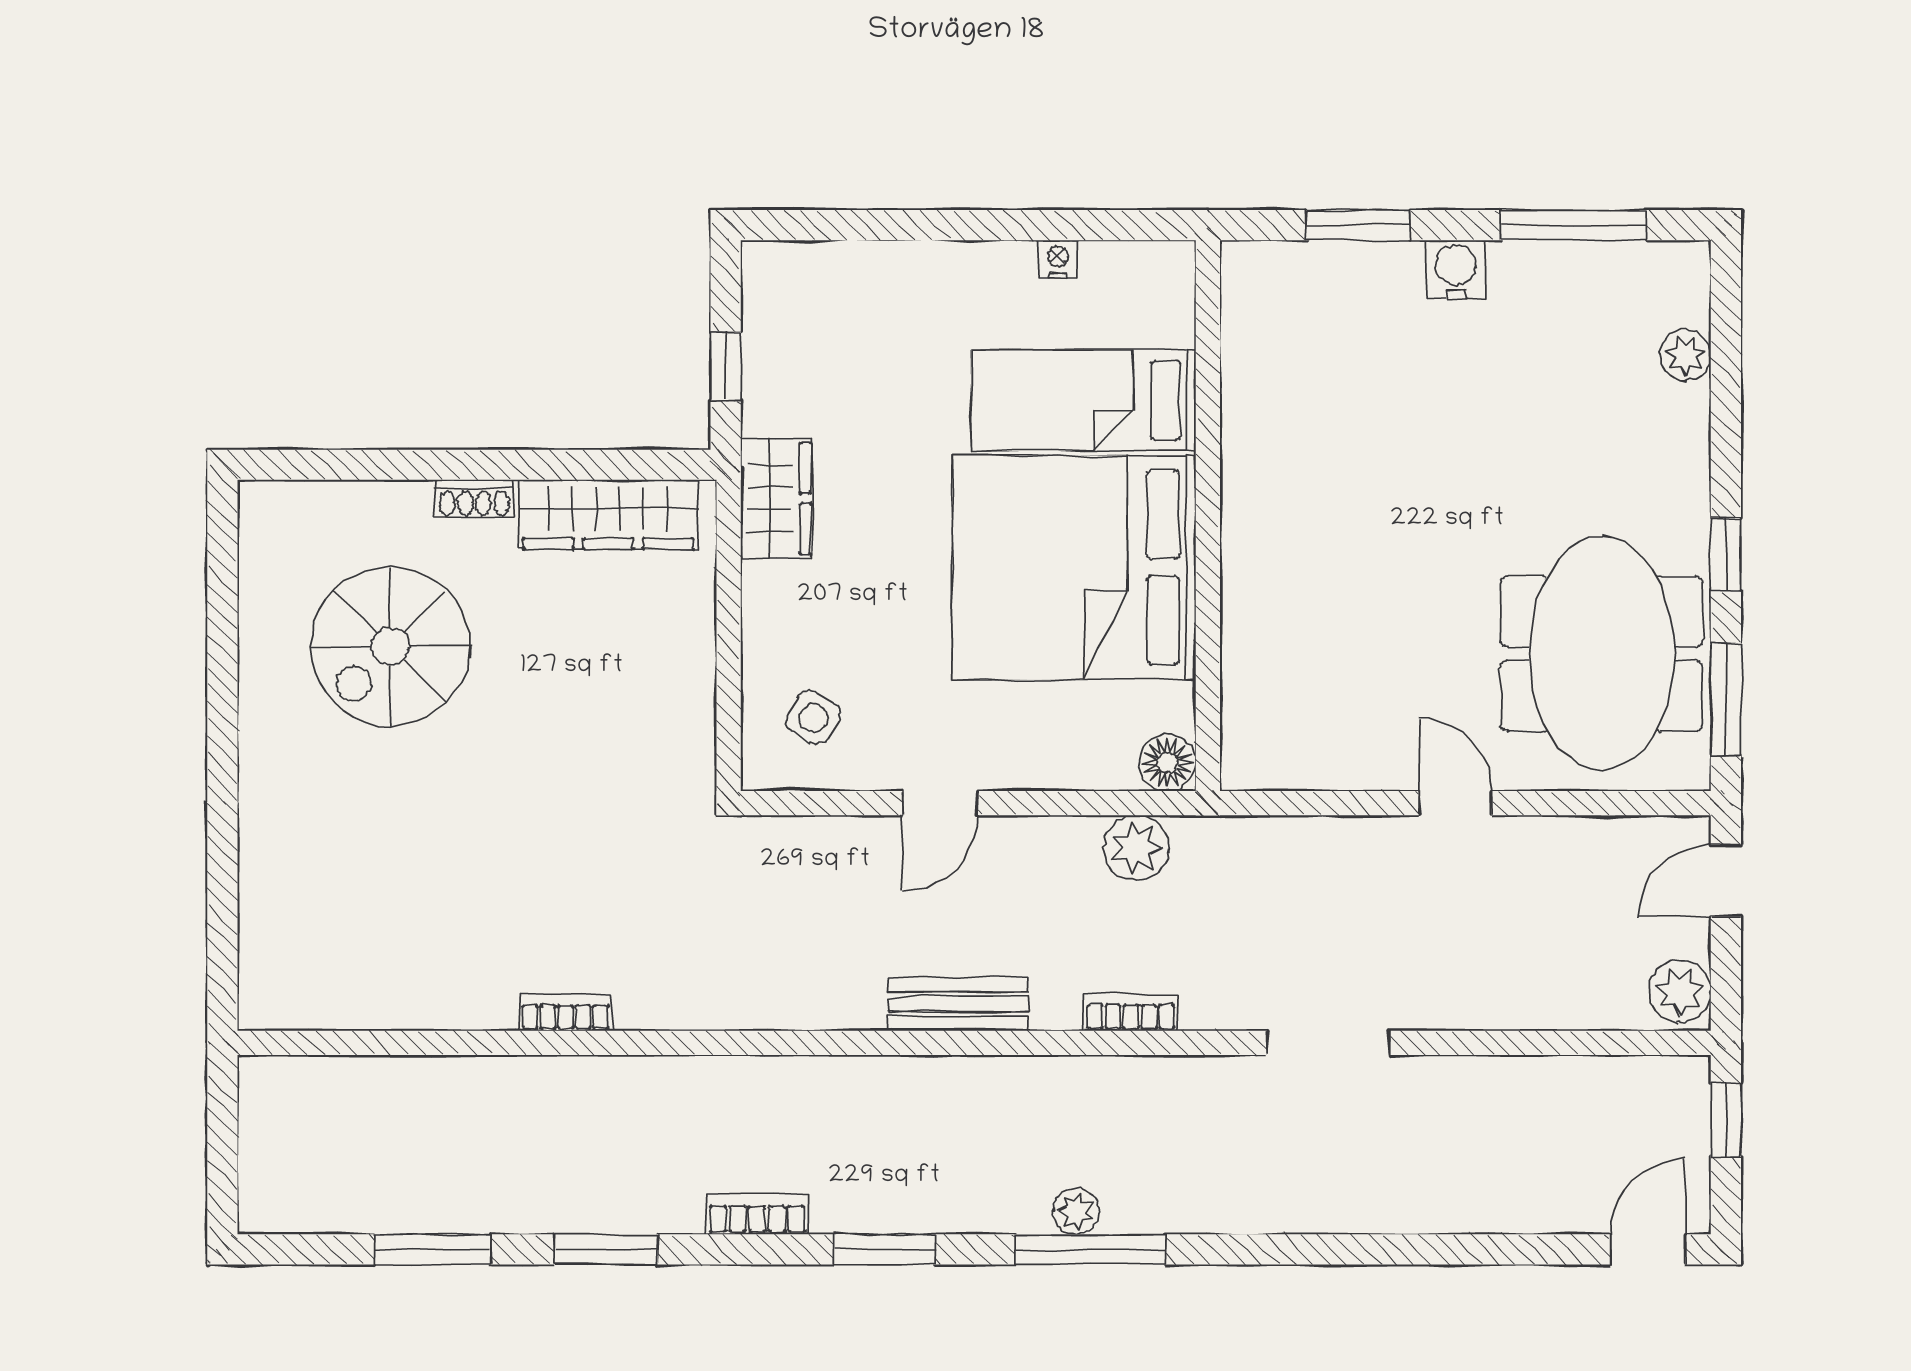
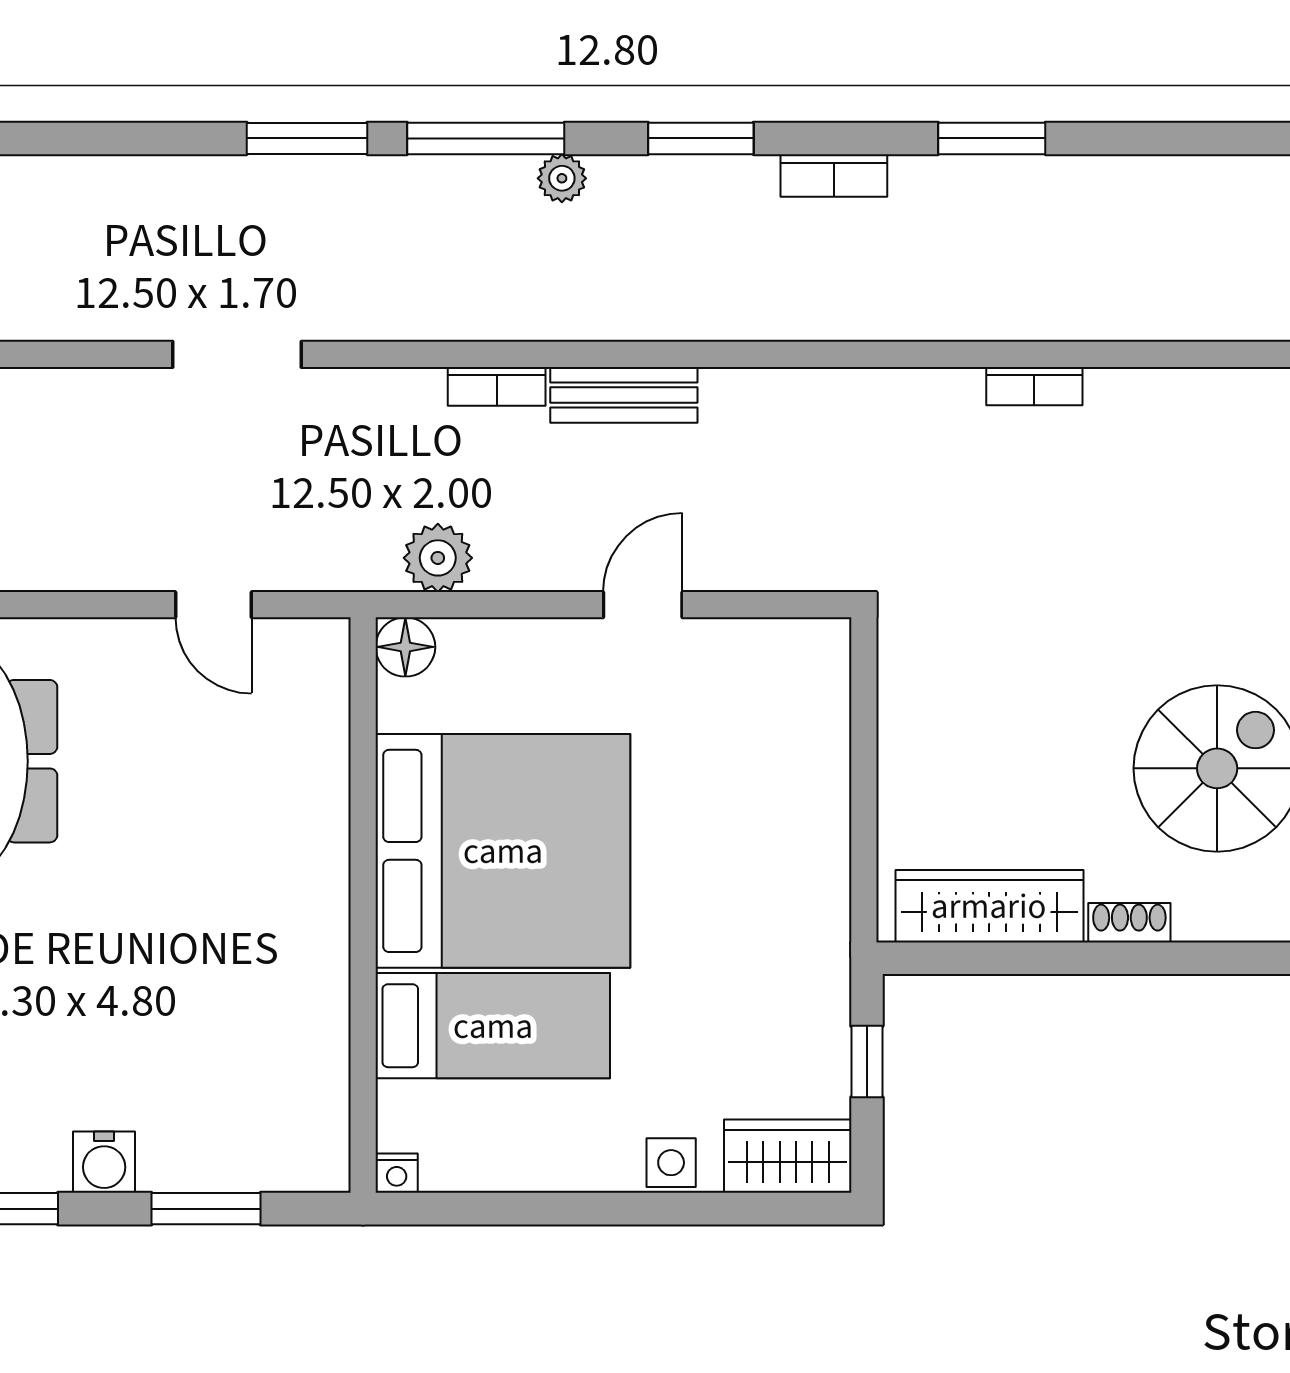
nightstand: (1058, 259) -> (397, 1173), moved
wardrobe: (776, 498) -> (788, 1156), moved, turned 90
side table: (813, 718) -> (671, 1163), moved, turned -31
door: (1455, 803) -> (214, 605), moved
bookcase: (1131, 1012) -> (497, 386), moved
plant: (1076, 1211) -> (562, 178), moved
window: (433, 1249) -> (307, 138), moved

